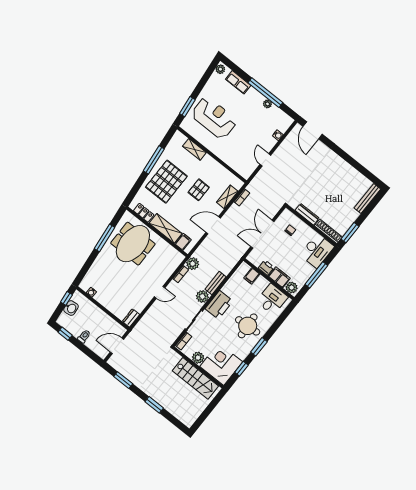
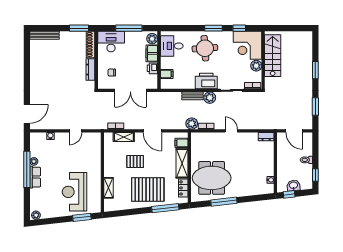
row of seats: (238, 82) -> (35, 177), moved
window: (154, 160) -> (165, 208), moved

